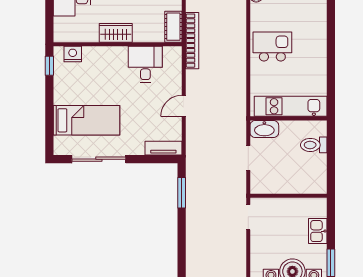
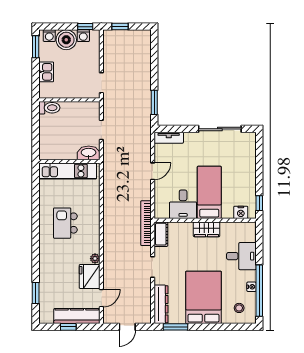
kitchen island: (272, 46) -> (65, 223), moved, turned 90
bed: (87, 120) -> (209, 192), moved, turned 90
toilet: (314, 145) -> (49, 108), moved

